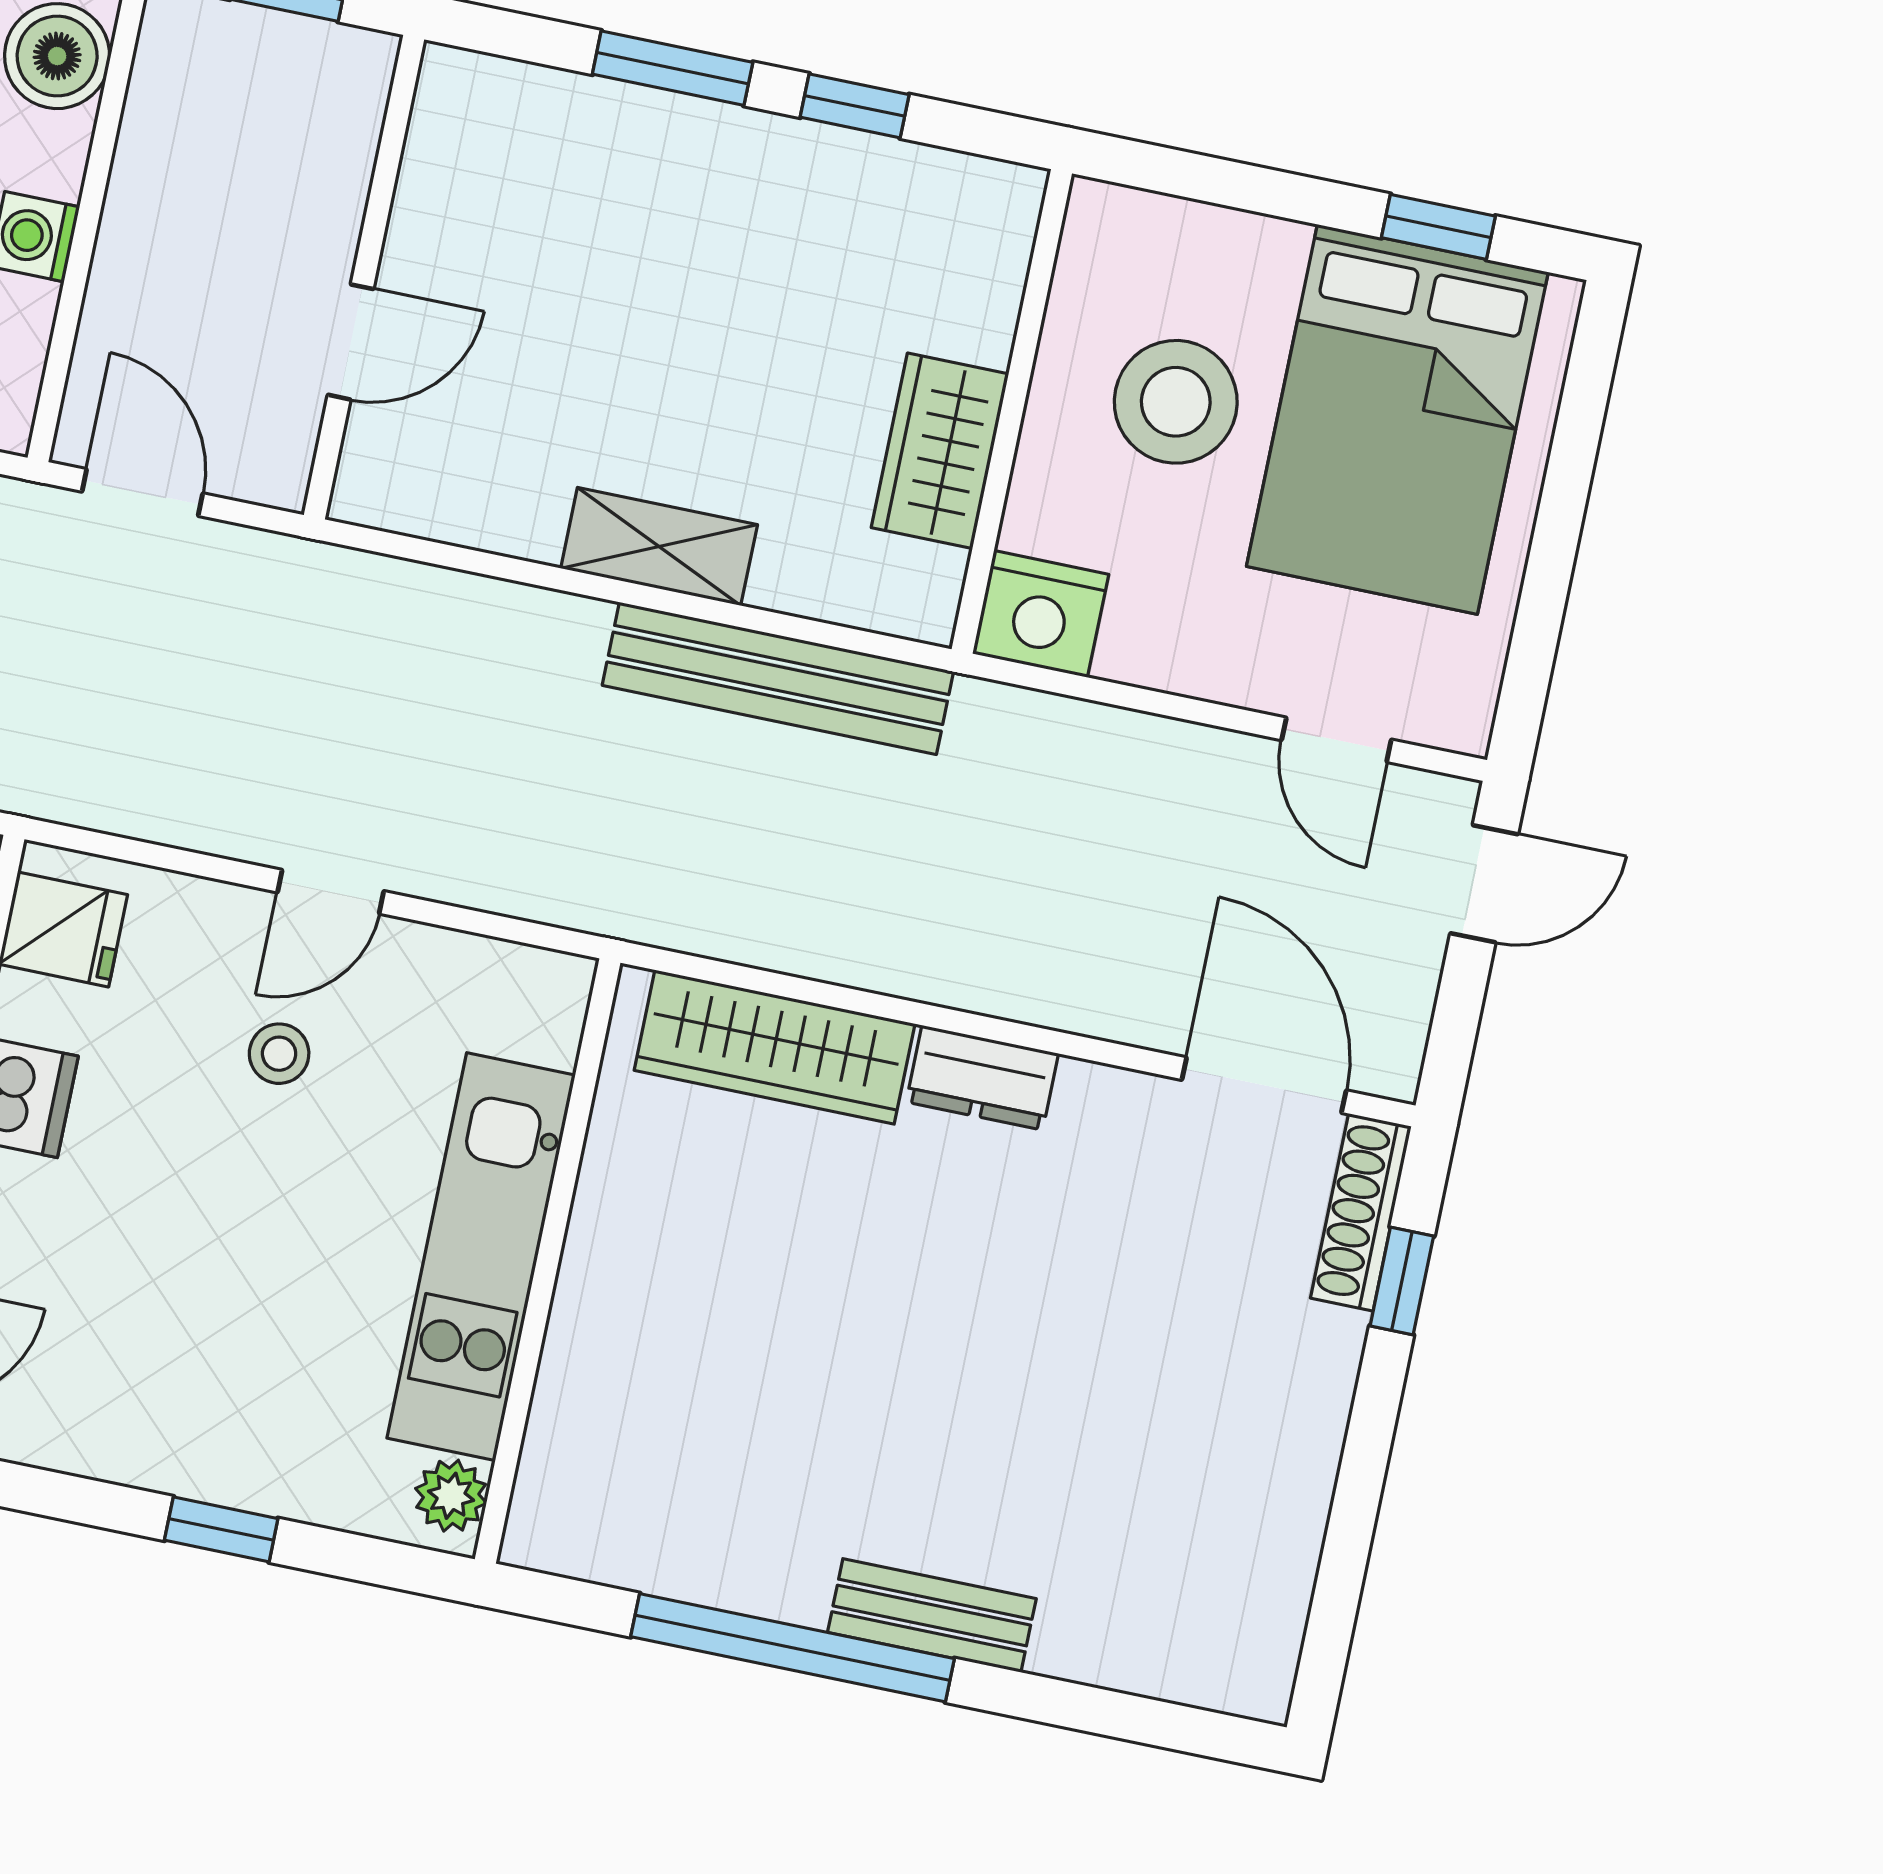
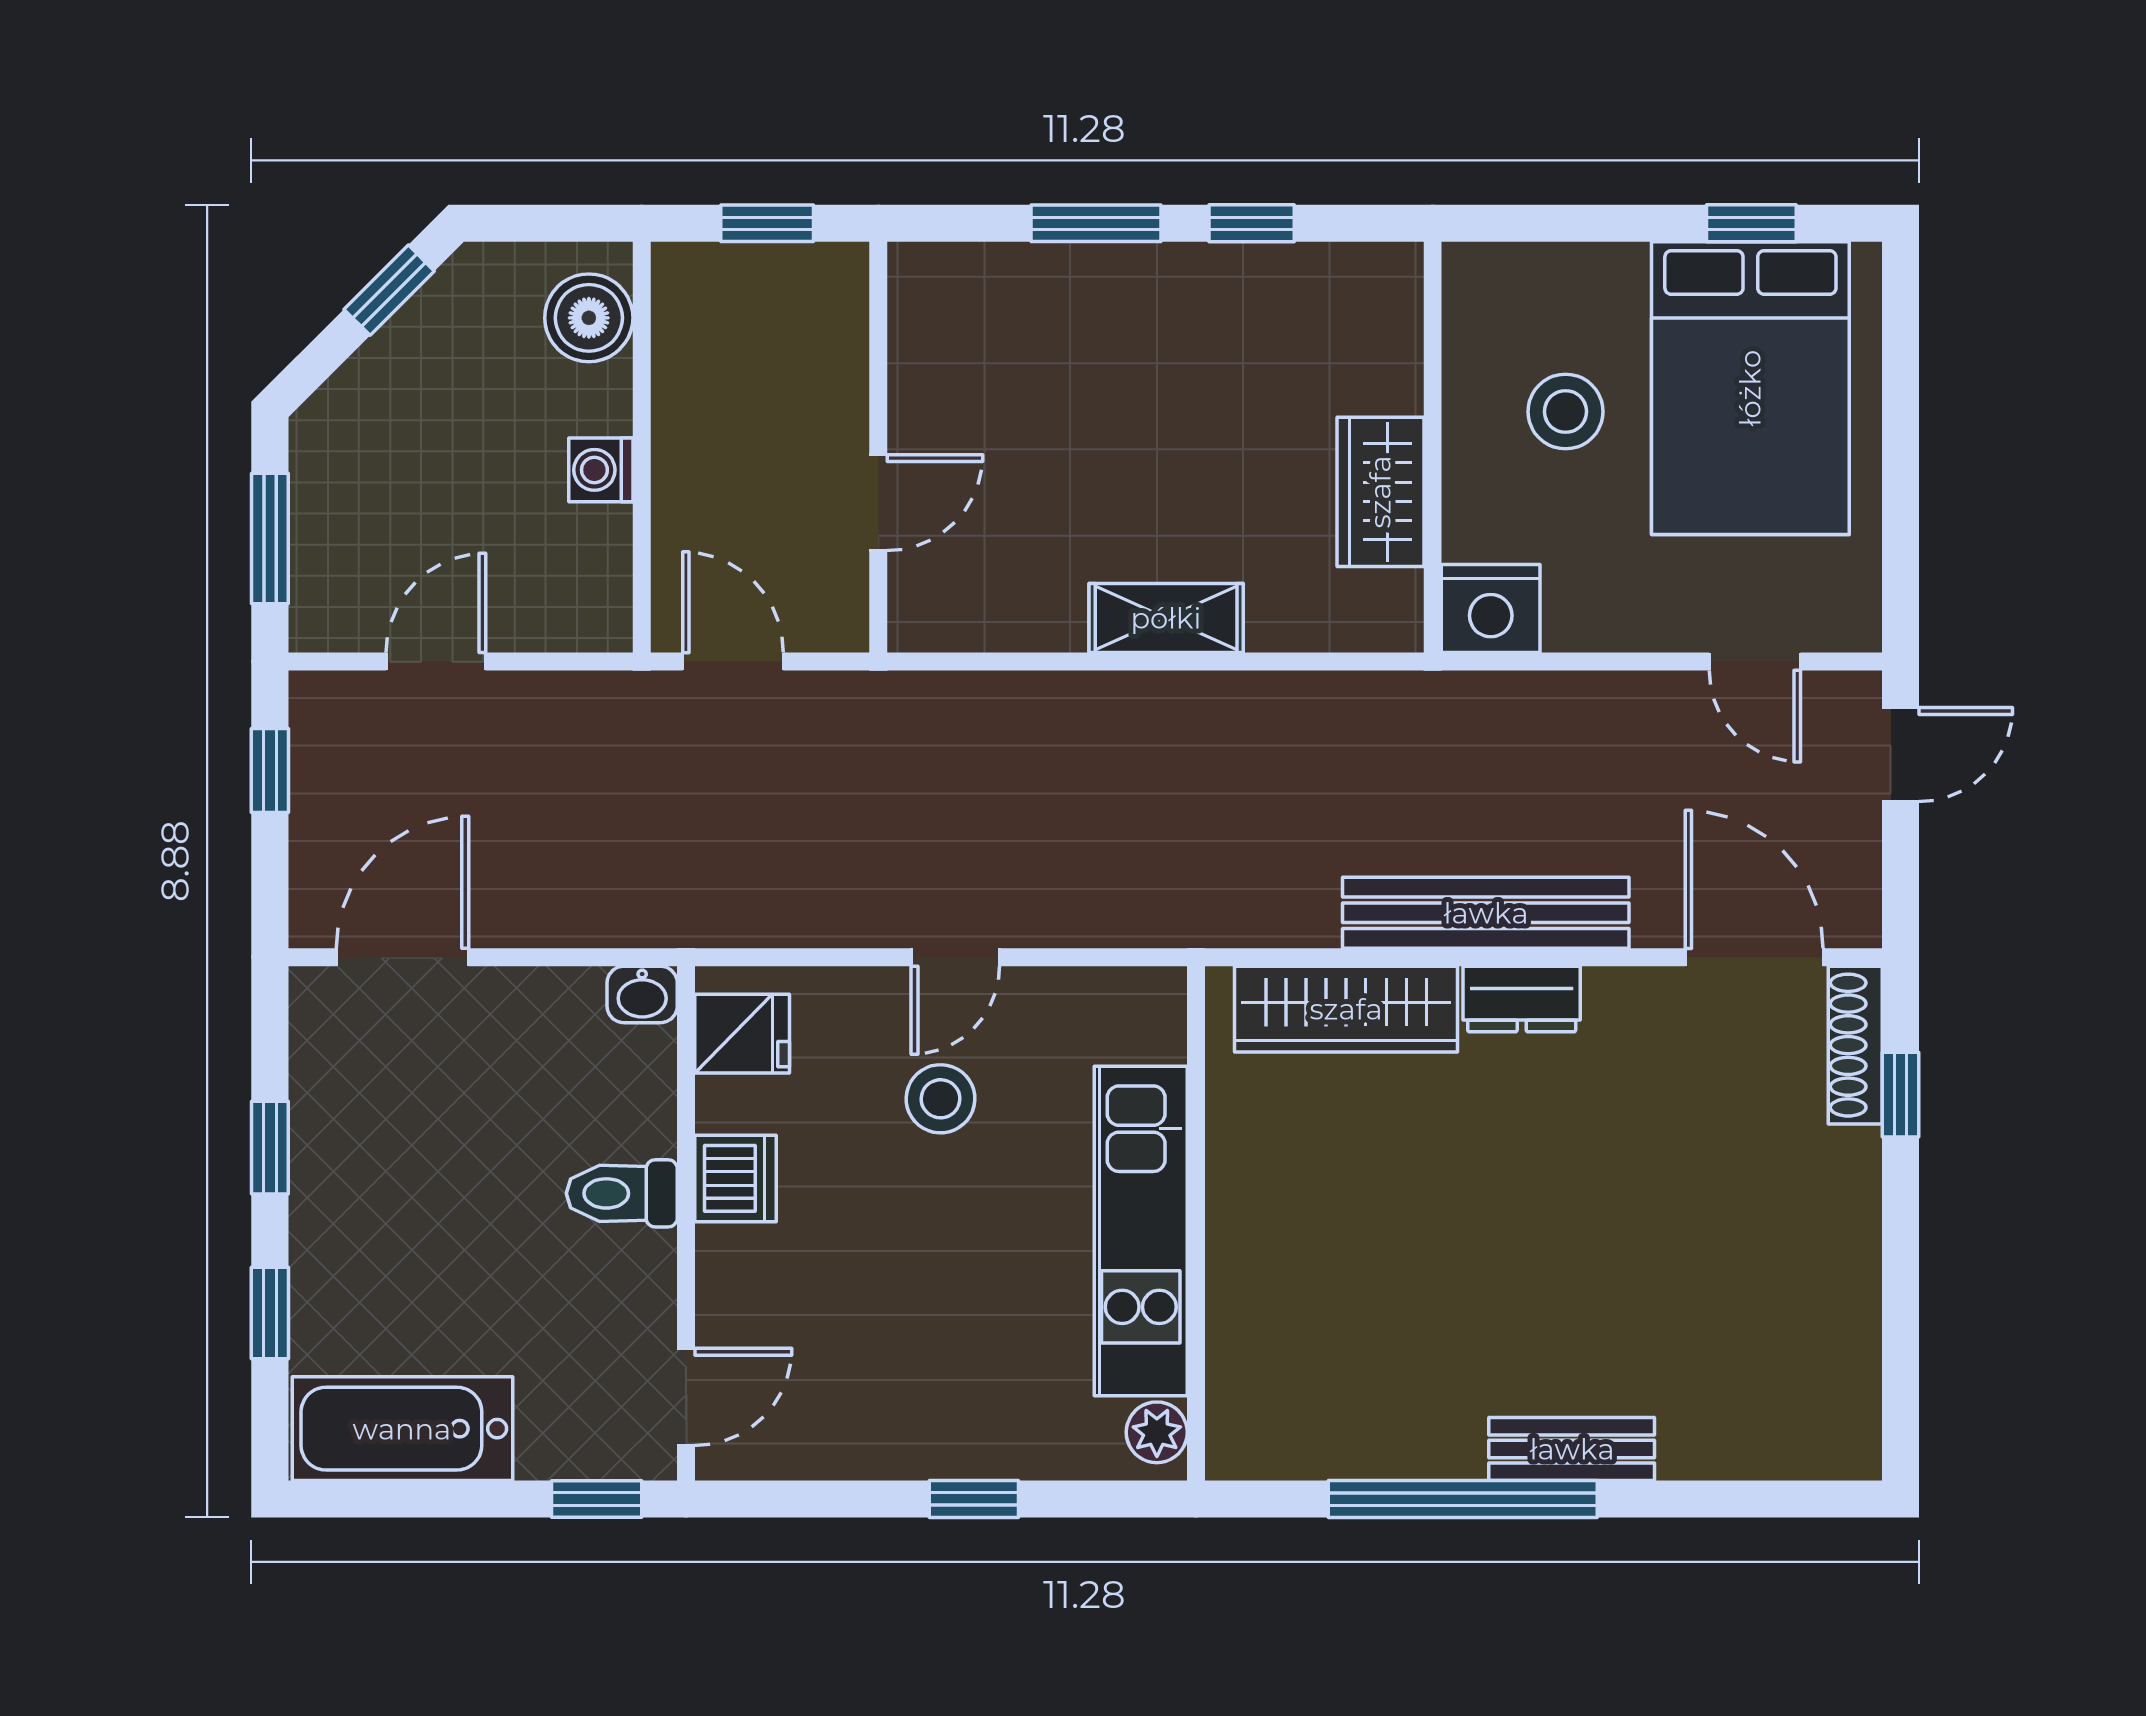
stool: (1176, 402) -> (1566, 412), width x0.73, depth x0.73
bench: (778, 678) -> (1486, 913), moved
stool: (279, 1054) -> (941, 1099), width x1.37, depth x1.37

